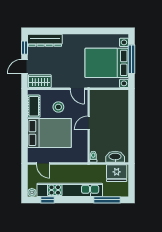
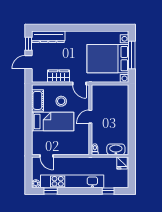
wardrobe: (40, 81) -> (59, 76), moved
bed: (49, 133) -> (53, 122), width x0.67
fridge: (117, 173) -> (122, 163), width x0.53, depth x0.75
window: (107, 200) -> (108, 191), width x0.46

